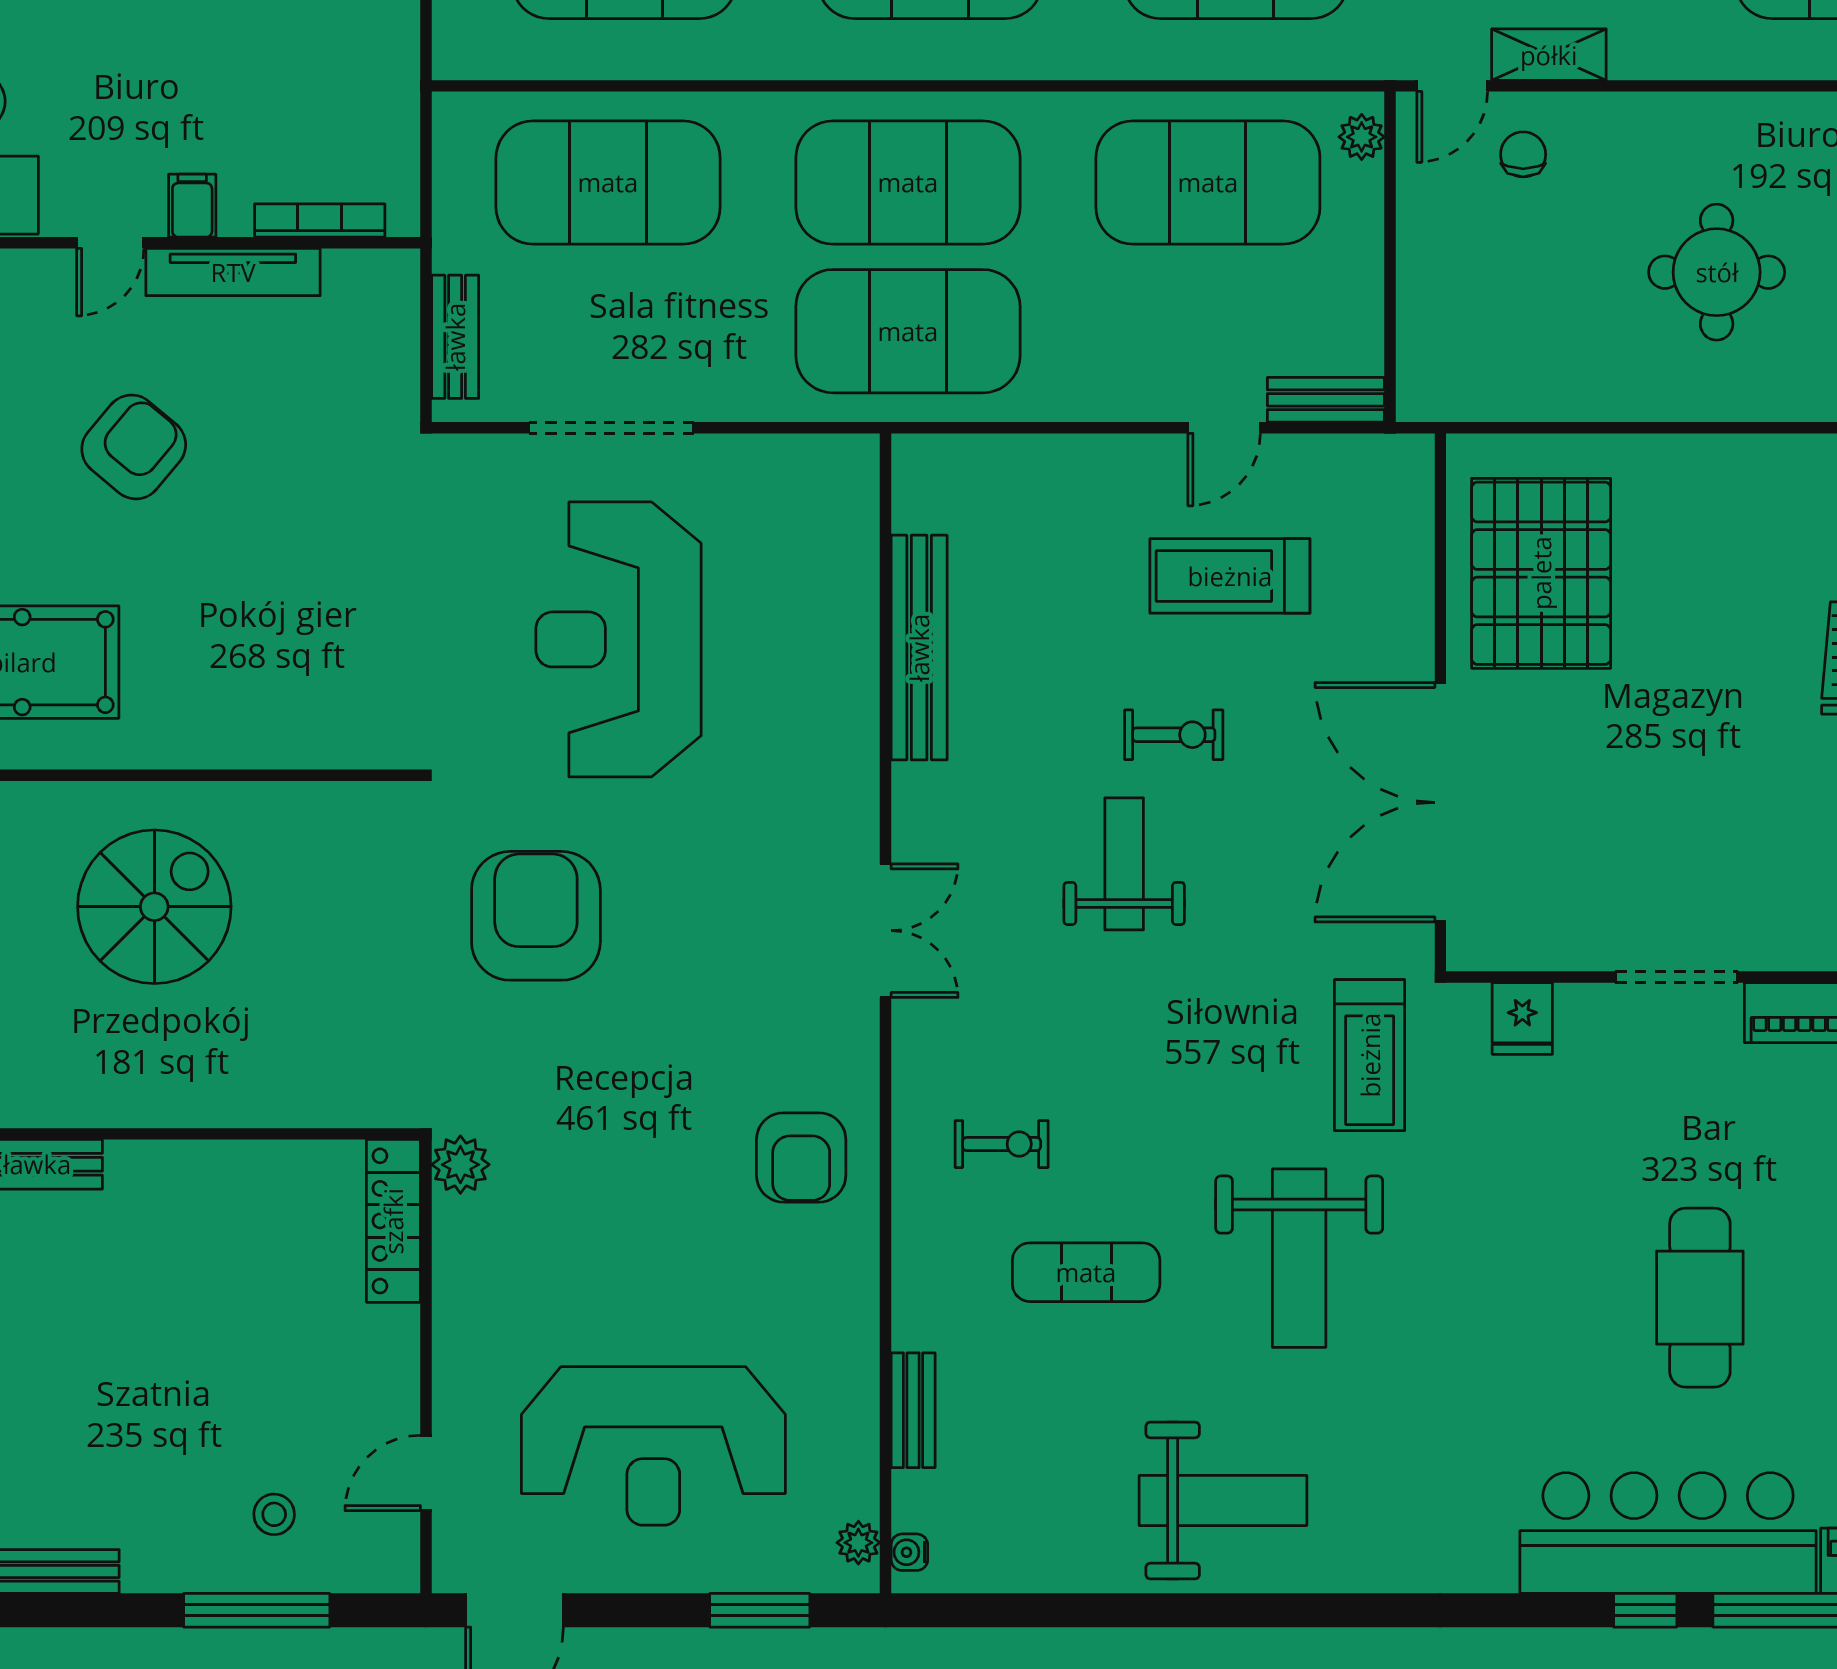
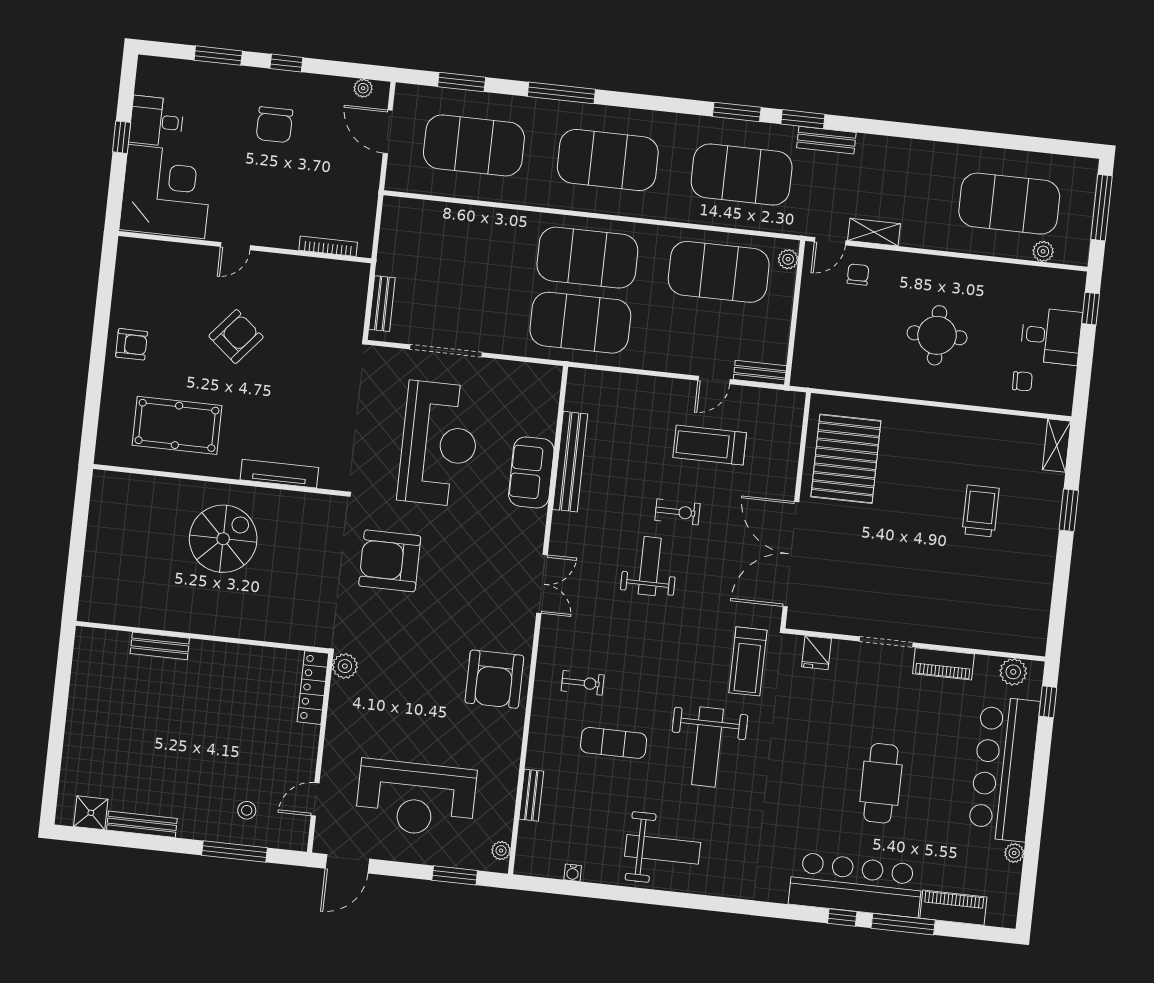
exercise mat: (608, 182) -> (456, 243), removed
filing cabinet: (192, 206) -> (273, 234), removed
tv unit: (233, 272) -> (279, 474), moved, turned 180
reception desk: (619, 639) -> (439, 444), turned 180
sofa: (834, 681) -> (531, 472), added
armchair: (536, 916) -> (390, 561), turned -90
armchair: (801, 1157) -> (494, 679), width x1.36, depth x1.36
water cooler: (909, 1552) -> (573, 873), moved, turned -90

